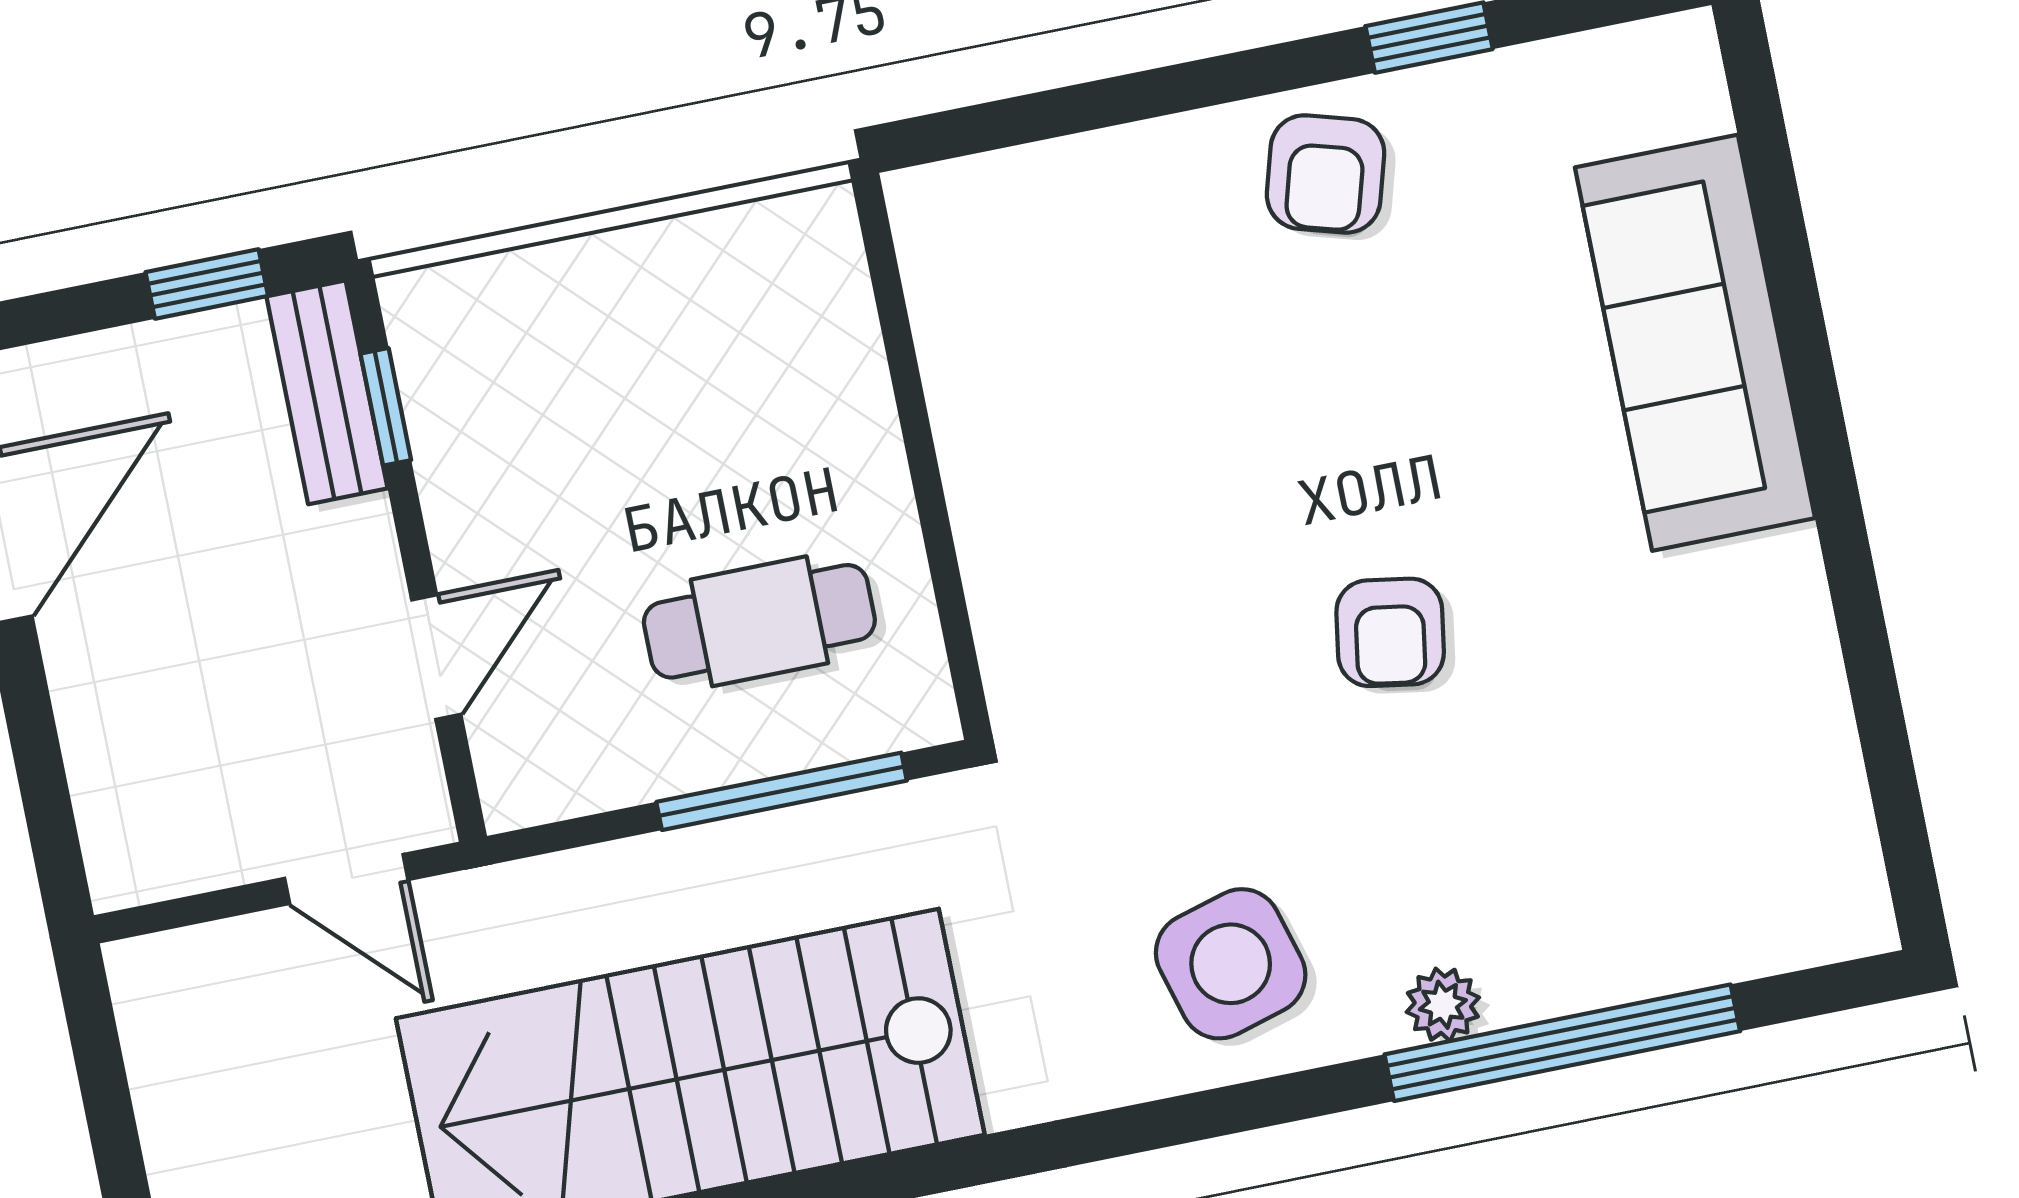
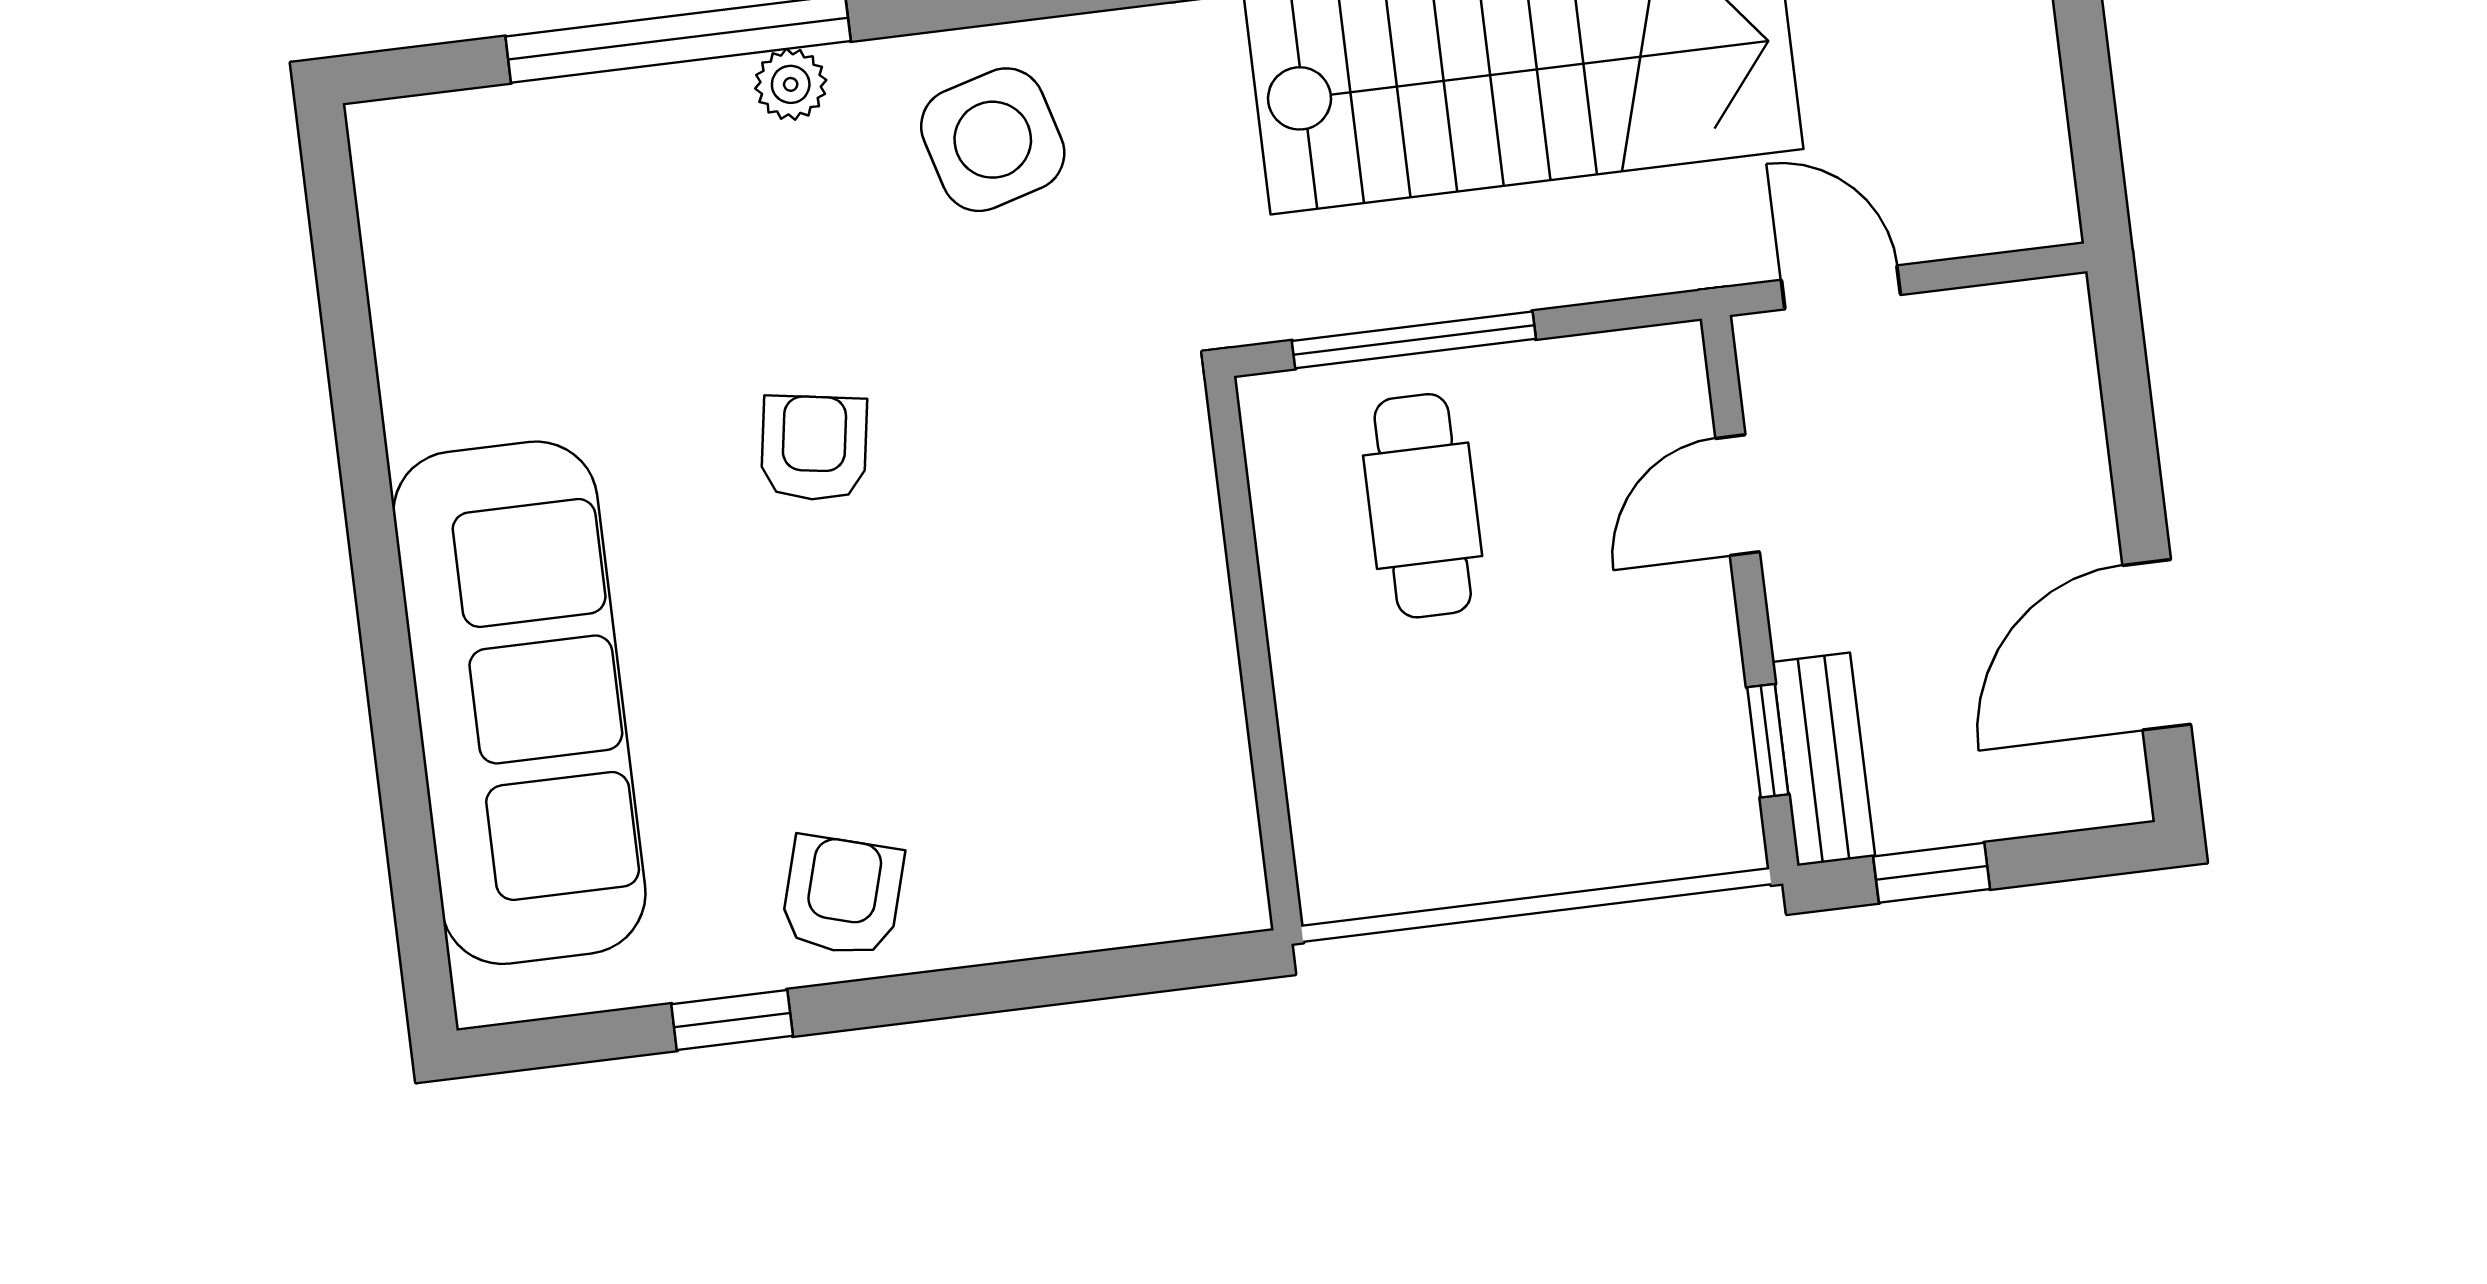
sofa: (1695, 343) -> (519, 703), width x1.36, depth x1.27
cafe table: (759, 621) -> (1423, 506), turned 90

